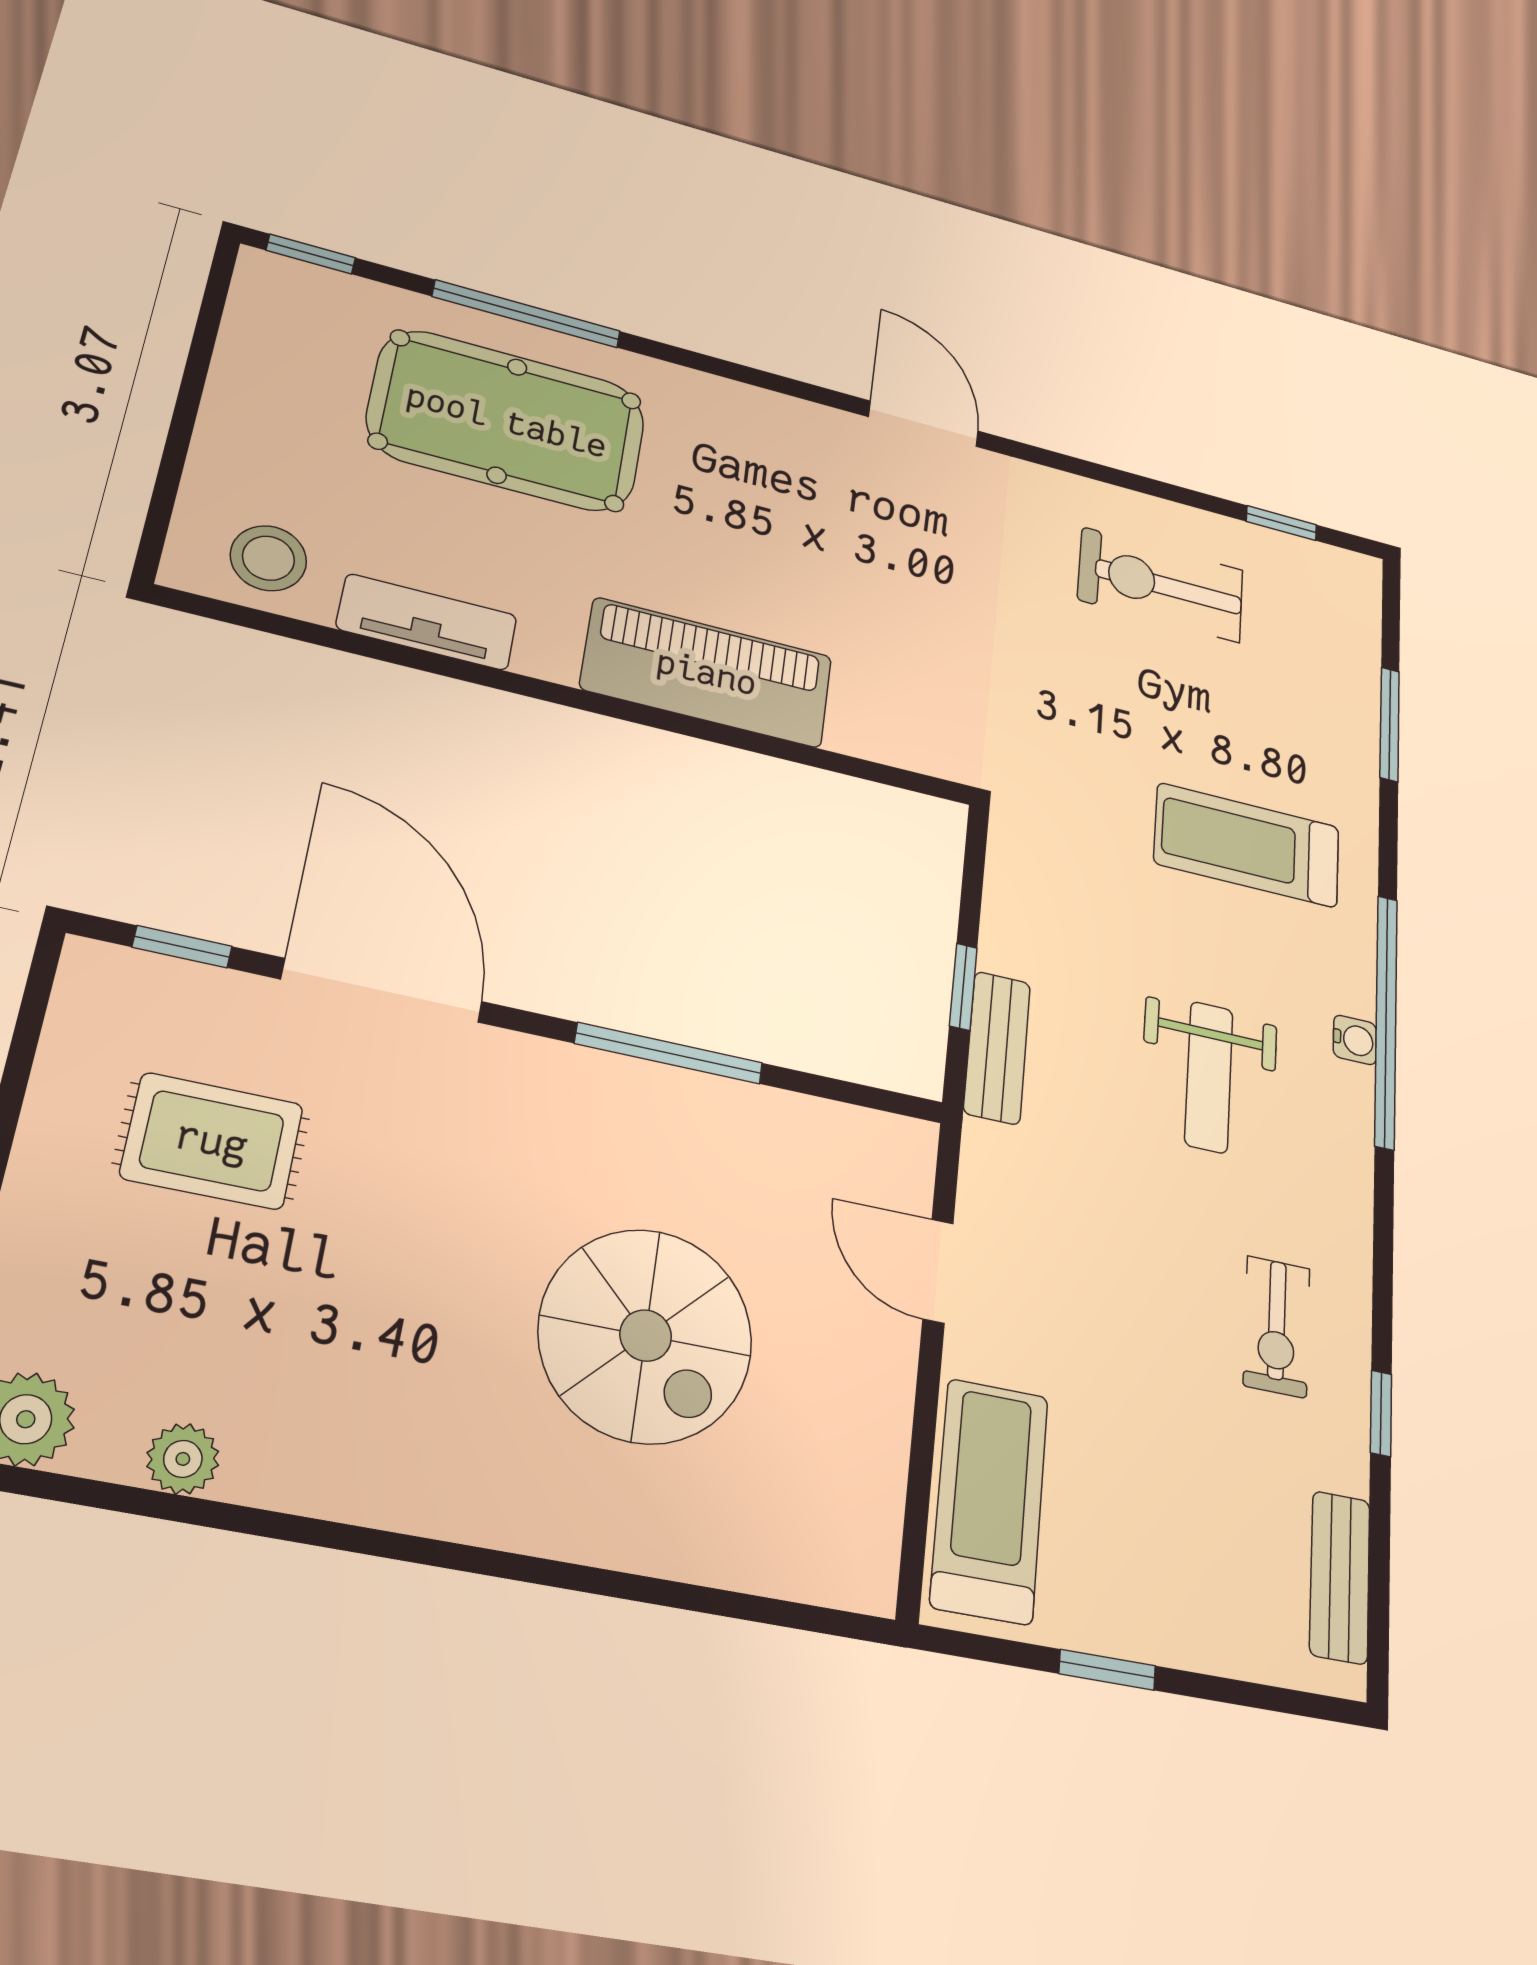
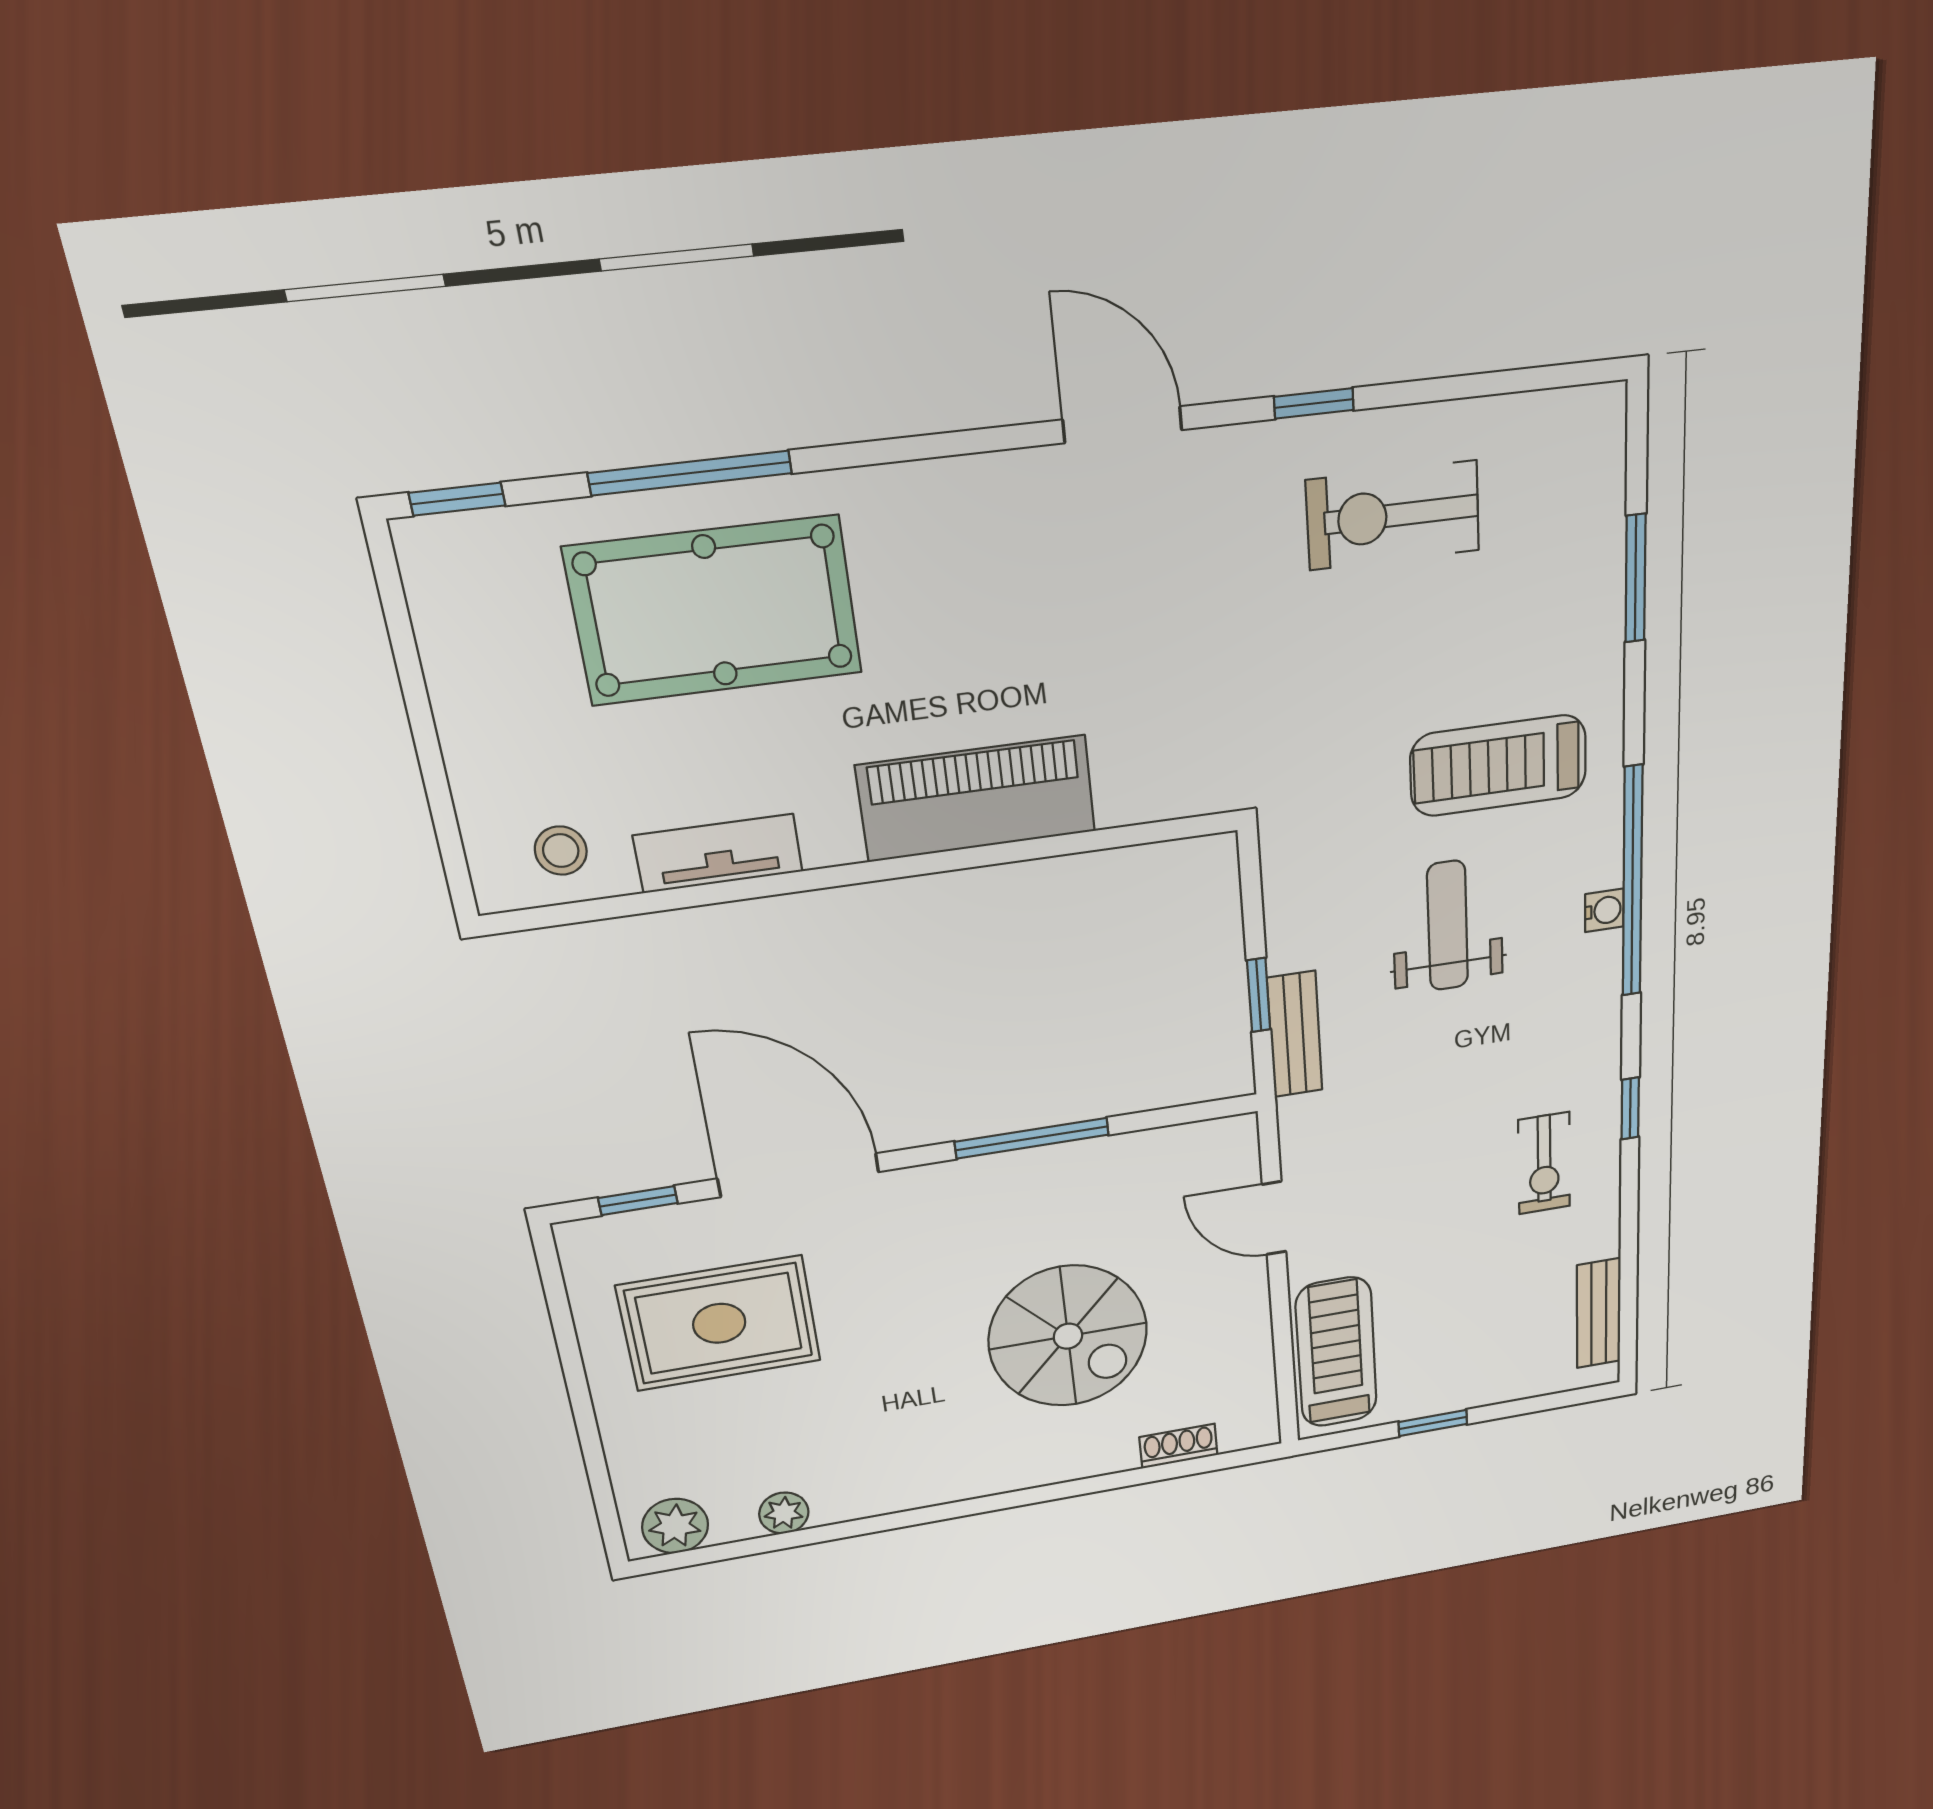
window: (1281, 523) -> (1314, 403), moved
stool: (268, 558) -> (561, 851), width x0.73, depth x0.73
weight bench: (1209, 1077) -> (1448, 926), moved, turned 180
rug: (212, 1141) -> (719, 1323), width x1.36, depth x1.43
window: (1381, 1413) -> (1630, 1108), moved
shoe rack: (754, 1568) -> (1179, 1446), added

